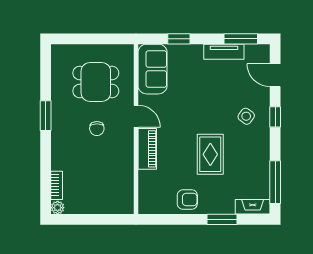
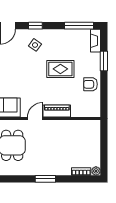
window: (46, 116) -> (45, 179), moved
chair: (97, 129) -> (43, 145), removed
armchair: (187, 199) -> (91, 84), turned -90

